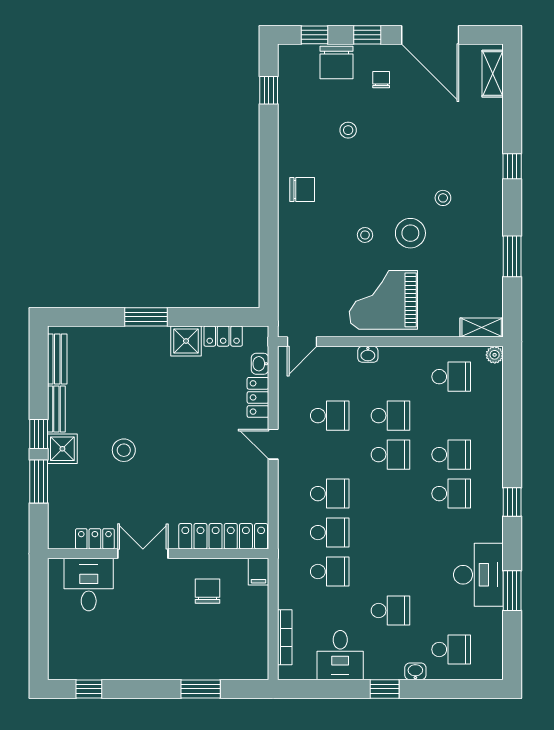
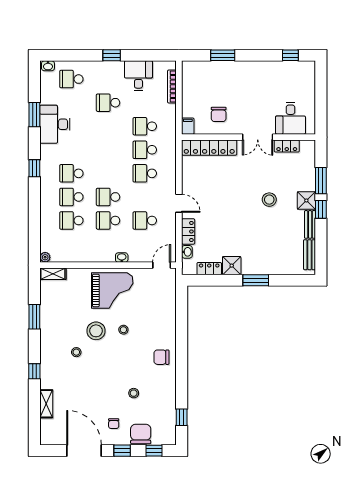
shelving: (493, 74) -> (46, 404), moved
school desk: (451, 377) -> (71, 220), moved
washbasin: (415, 671) -> (48, 66), moved

